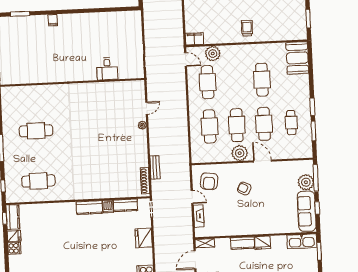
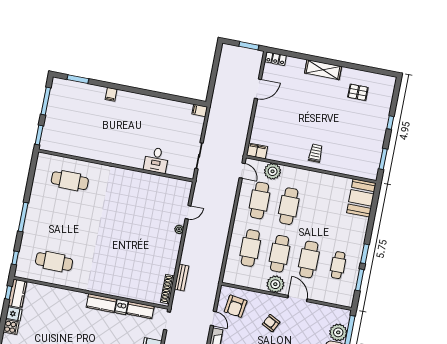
filing cabinet: (135, 15) -> (200, 110), added
cafe table: (262, 80) -> (289, 206), moved
cafe table: (36, 131) -> (70, 181), moved

